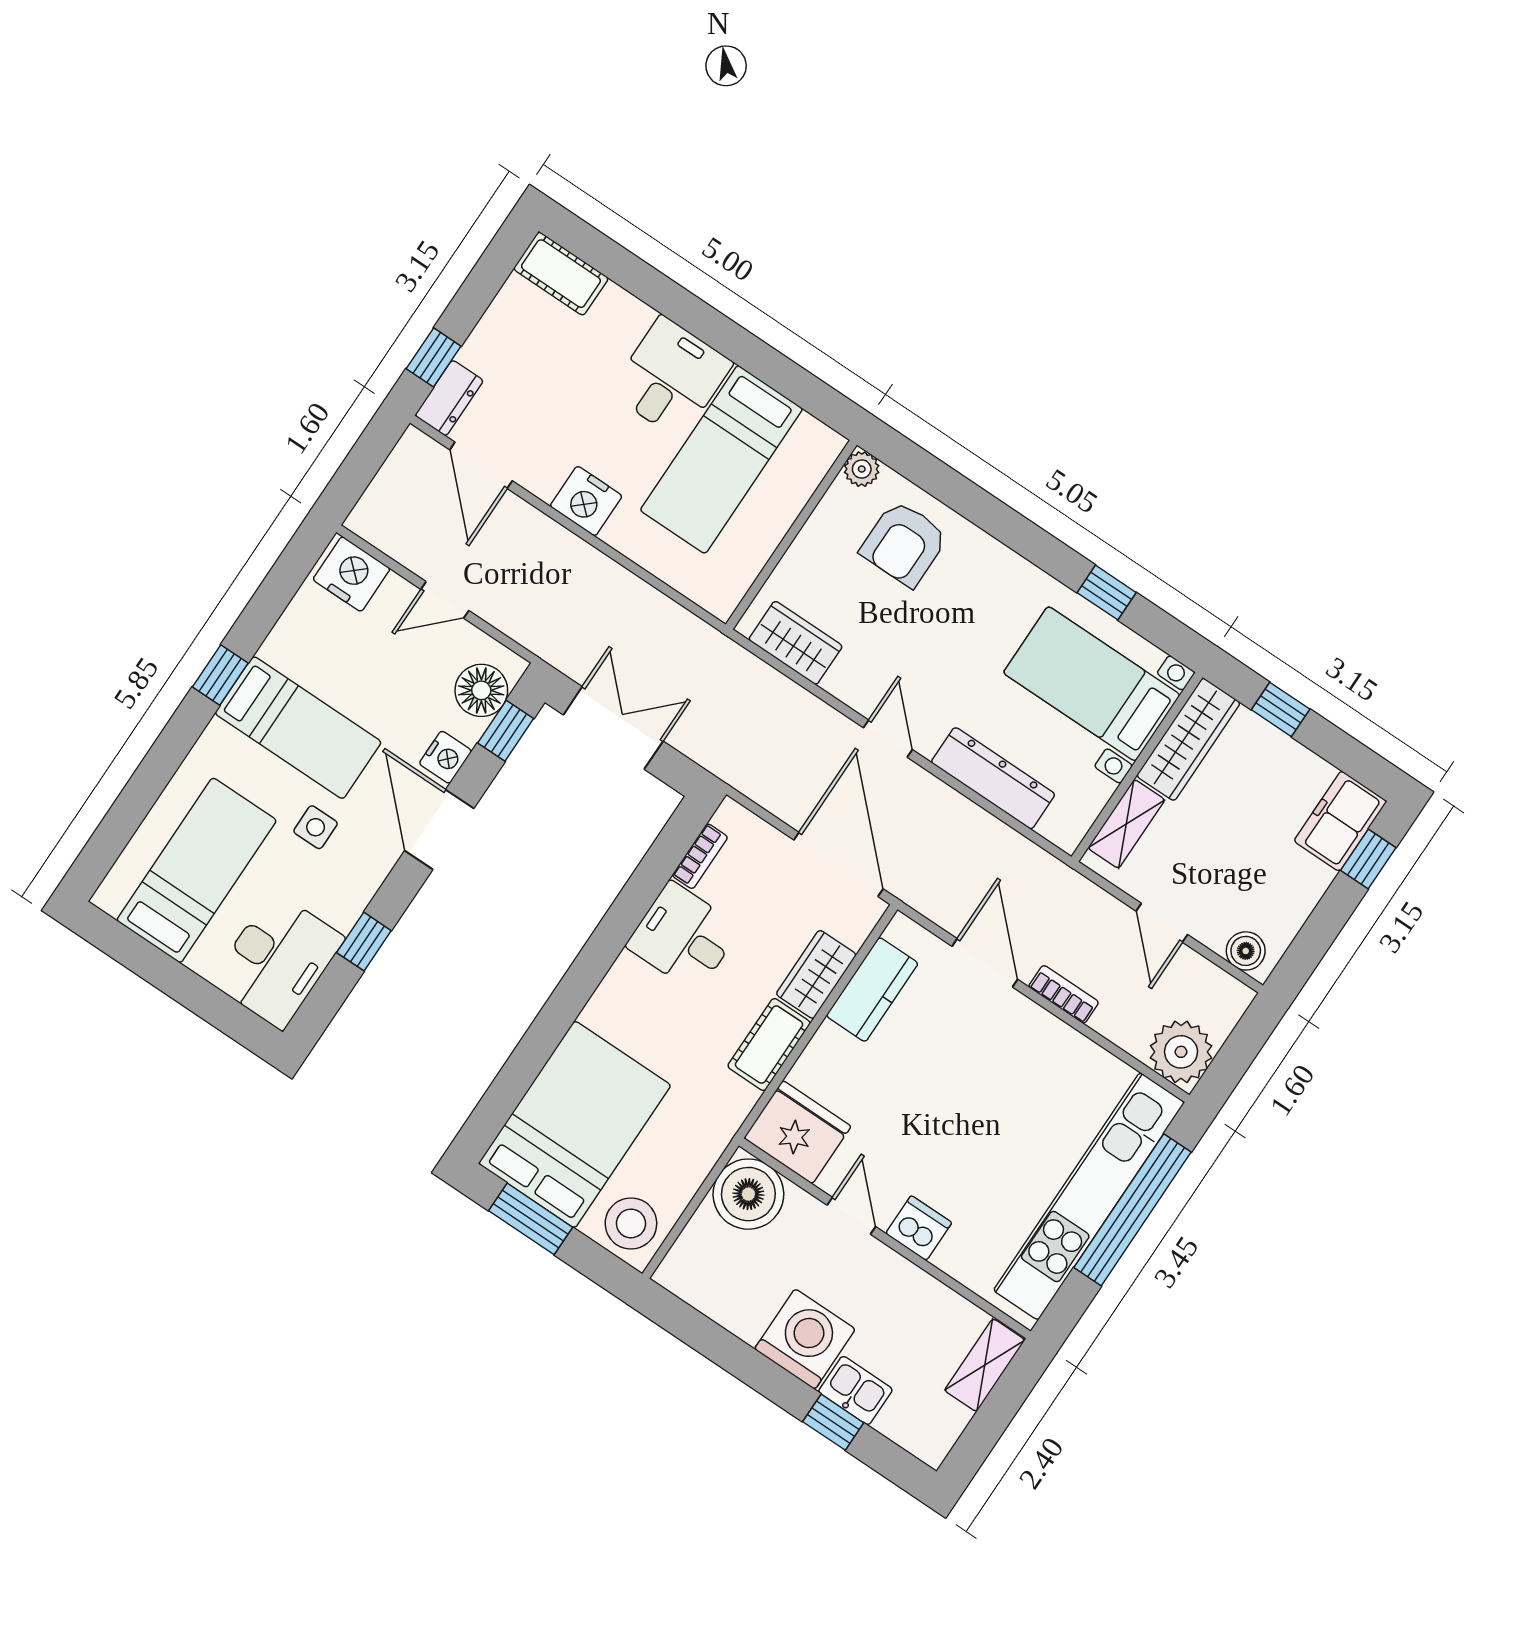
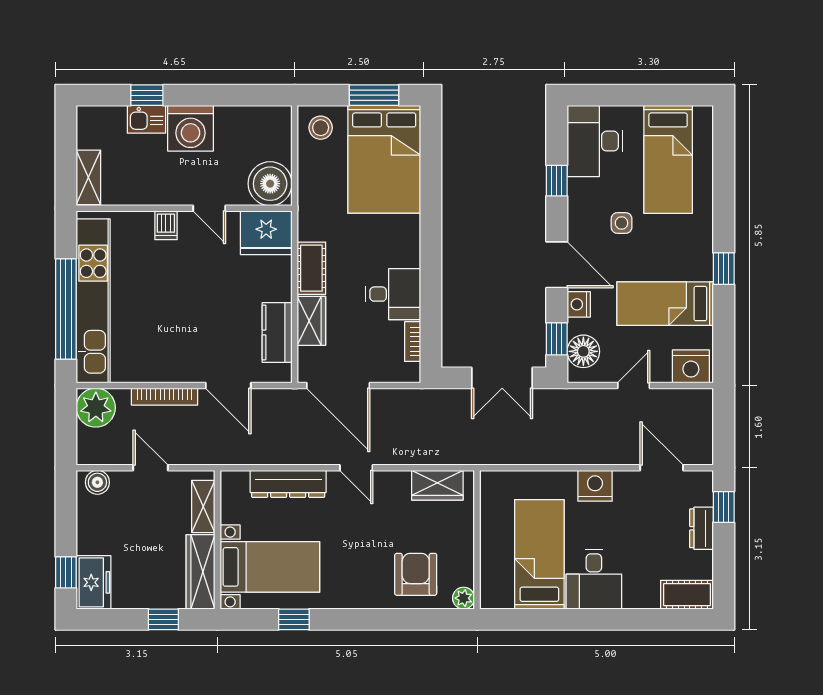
dresser: (449, 398) -> (702, 528), moved
bed: (298, 728) -> (665, 304), moved
bookcase: (1064, 994) -> (165, 397), width x1.56
stool: (631, 1223) -> (321, 128), width x0.73, depth x0.73
dishwasher: (919, 1228) -> (166, 225), width x0.73

